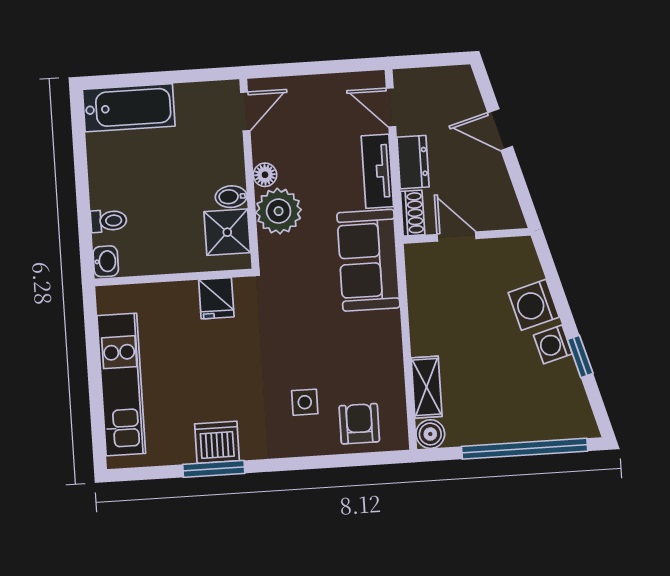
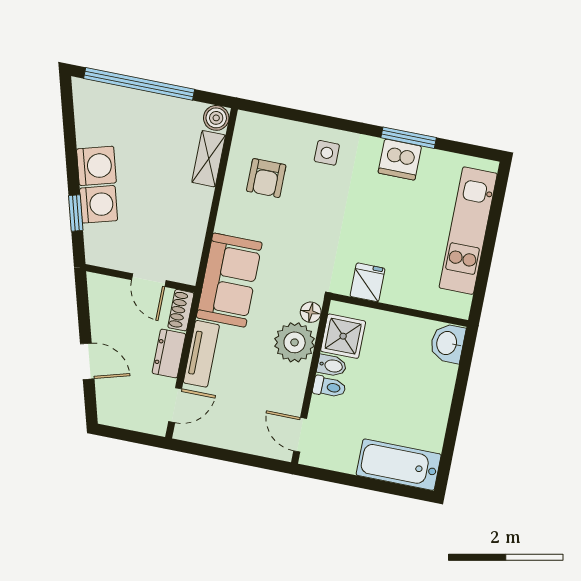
door: (391, 107) -> (175, 405), hinge flipped
door: (245, 112) -> (300, 435), hinge flipped
floor lamp: (265, 175) -> (311, 312), moved
toilet: (109, 221) -> (329, 387), moved, turned 180
washbasin: (106, 261) -> (448, 343), width x1.38, depth x1.45
washing machine: (553, 344) -> (96, 166), width x1.38, depth x1.38
window: (580, 356) -> (76, 213), moved
side table: (305, 402) -> (327, 153), moved
armchair: (359, 424) -> (266, 178), moved

